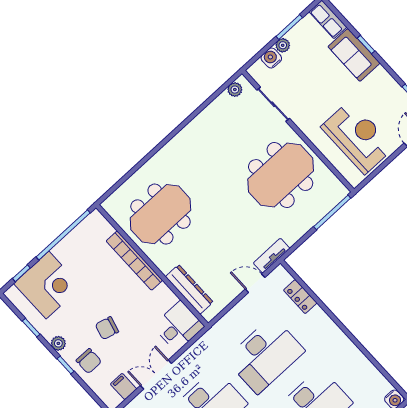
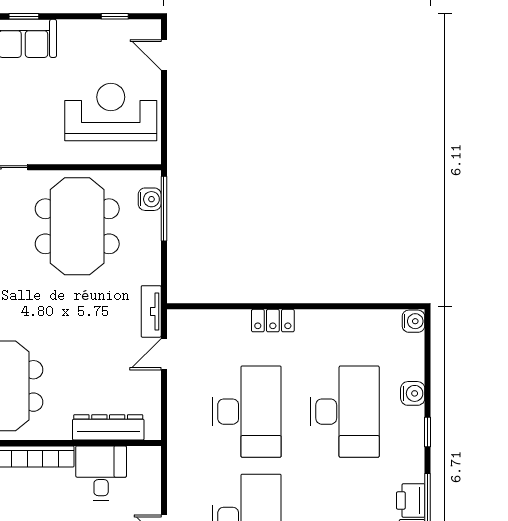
water cooler: (330, 200) -> (150, 199), added
locker: (300, 297) -> (273, 321), moved
desk: (179, 326) -> (101, 473), moved

